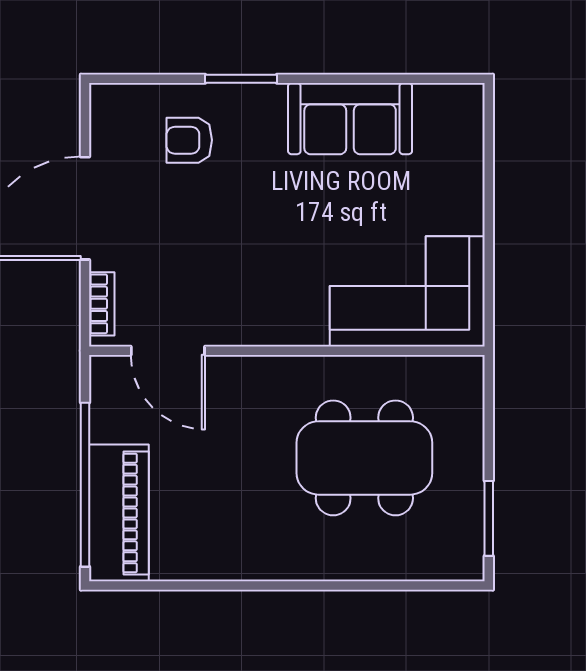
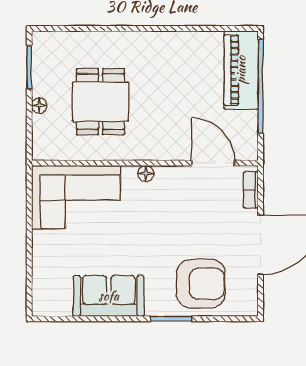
armchair: (189, 140) -> (201, 284), width x1.88, depth x1.88
floor lamp: (285, 332) -> (146, 173), added
floor lamp: (471, 451) -> (39, 106), added
dining table: (364, 458) -> (100, 102), width x0.73

